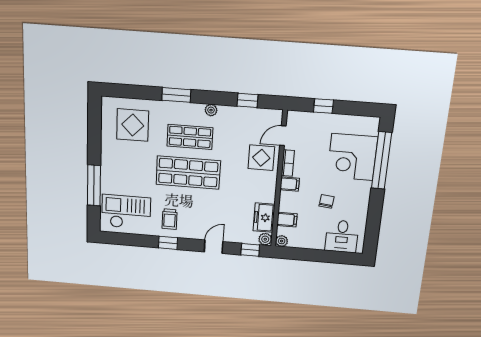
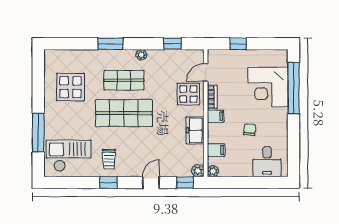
display table: (133, 125) -> (71, 87), moved
freezer: (264, 218) -> (195, 130), moved

